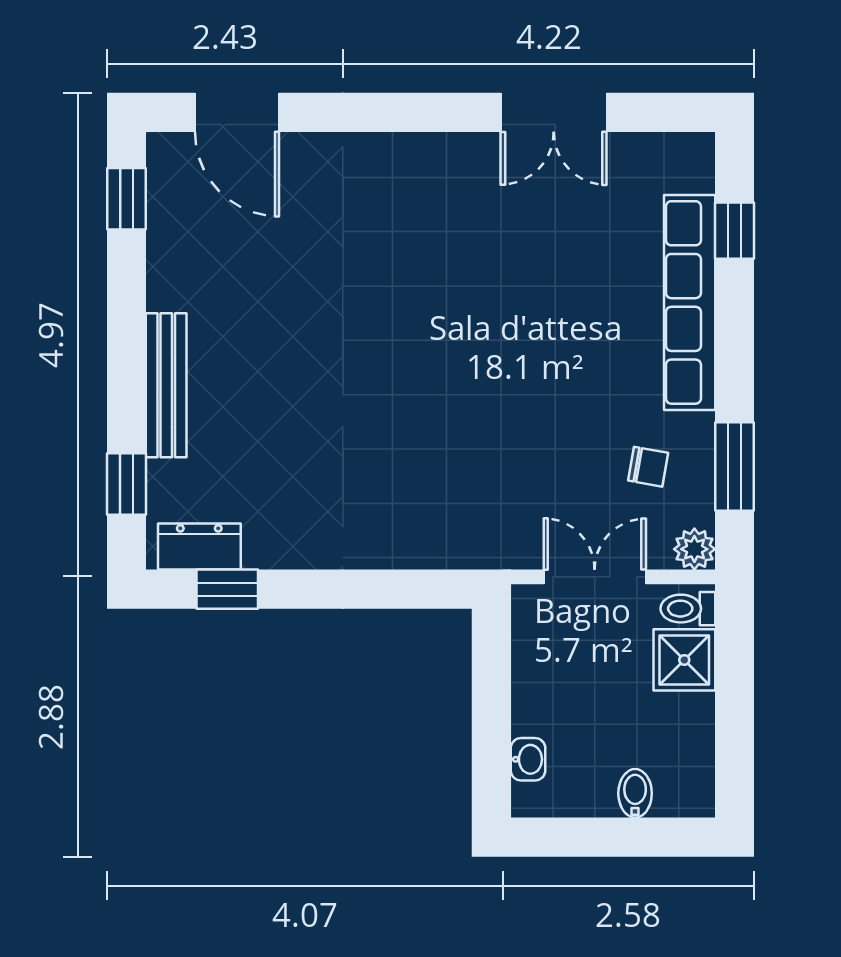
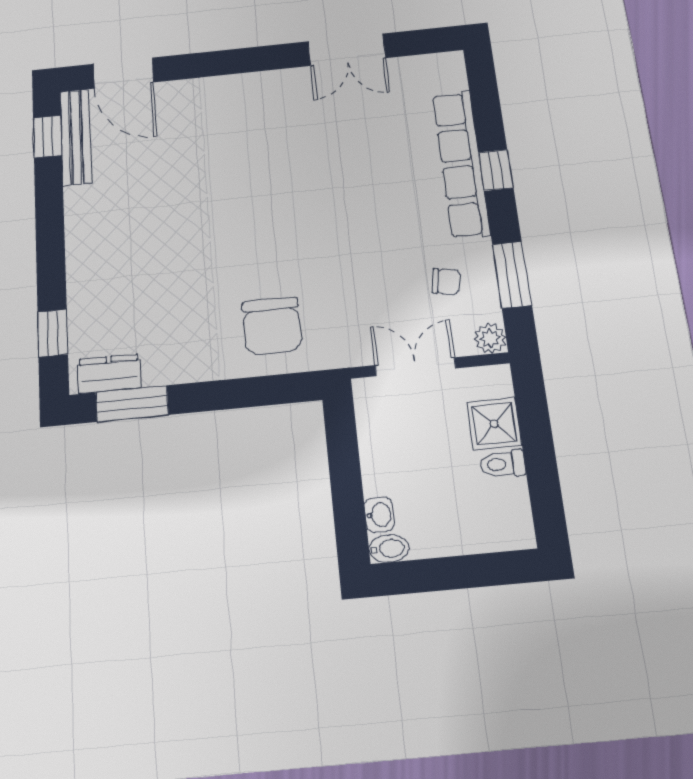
window: (735, 231) -> (496, 170), moved
bench: (166, 385) -> (76, 137), moved
chair: (416, 504) -> (272, 326), added
window: (227, 589) -> (132, 404), width x1.50
toilet: (688, 609) -> (503, 464), moved
bidet: (635, 793) -> (389, 548), moved, turned 90

